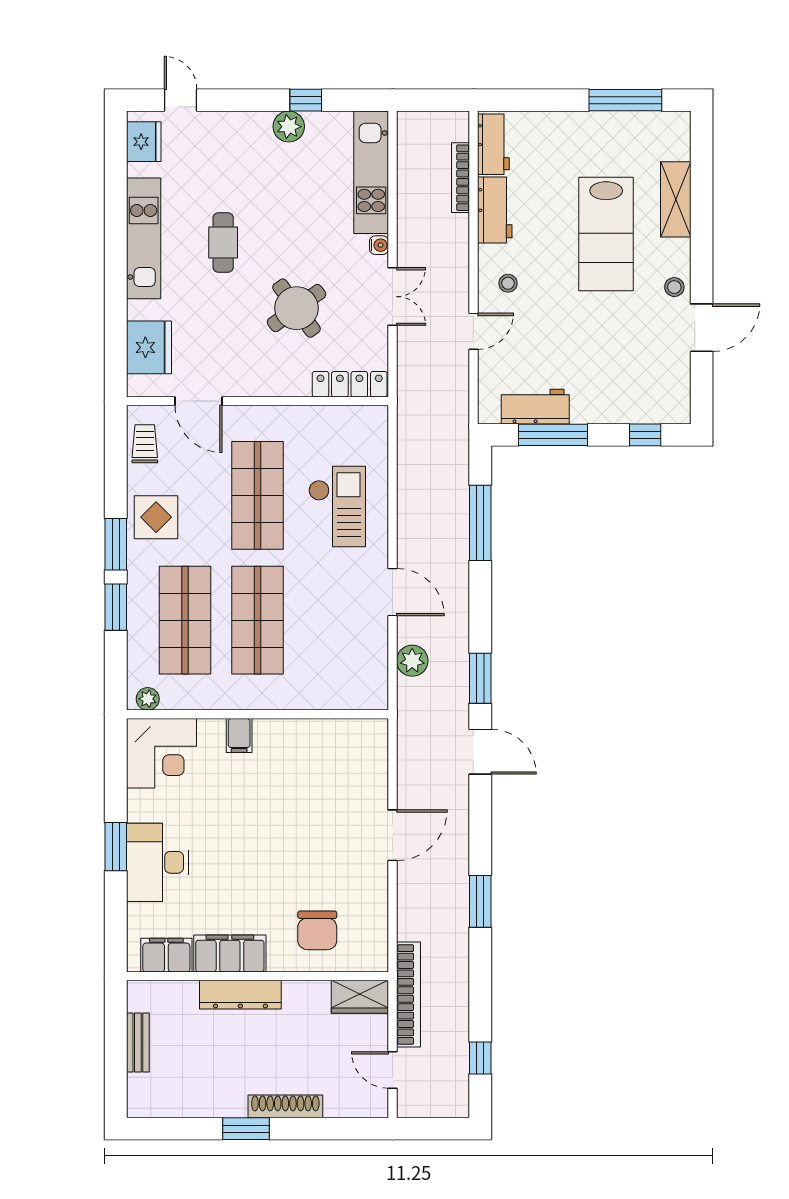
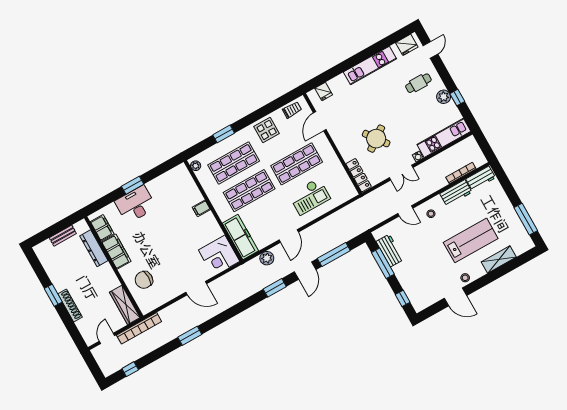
lab bench: (606, 234) -> (471, 240), turned 180
cafe table: (223, 242) -> (418, 83), moved
fridge: (149, 347) -> (324, 91), width x0.53, depth x0.75
window: (116, 544) -> (248, 120), removed
freezer: (340, 690) -> (240, 237), added
door: (480, 752) -> (305, 271), moved
corner desk: (162, 753) -> (219, 256), moved
dresser: (240, 995) -> (94, 248), moved
wardrobe: (360, 997) -> (125, 305), width x1.50

